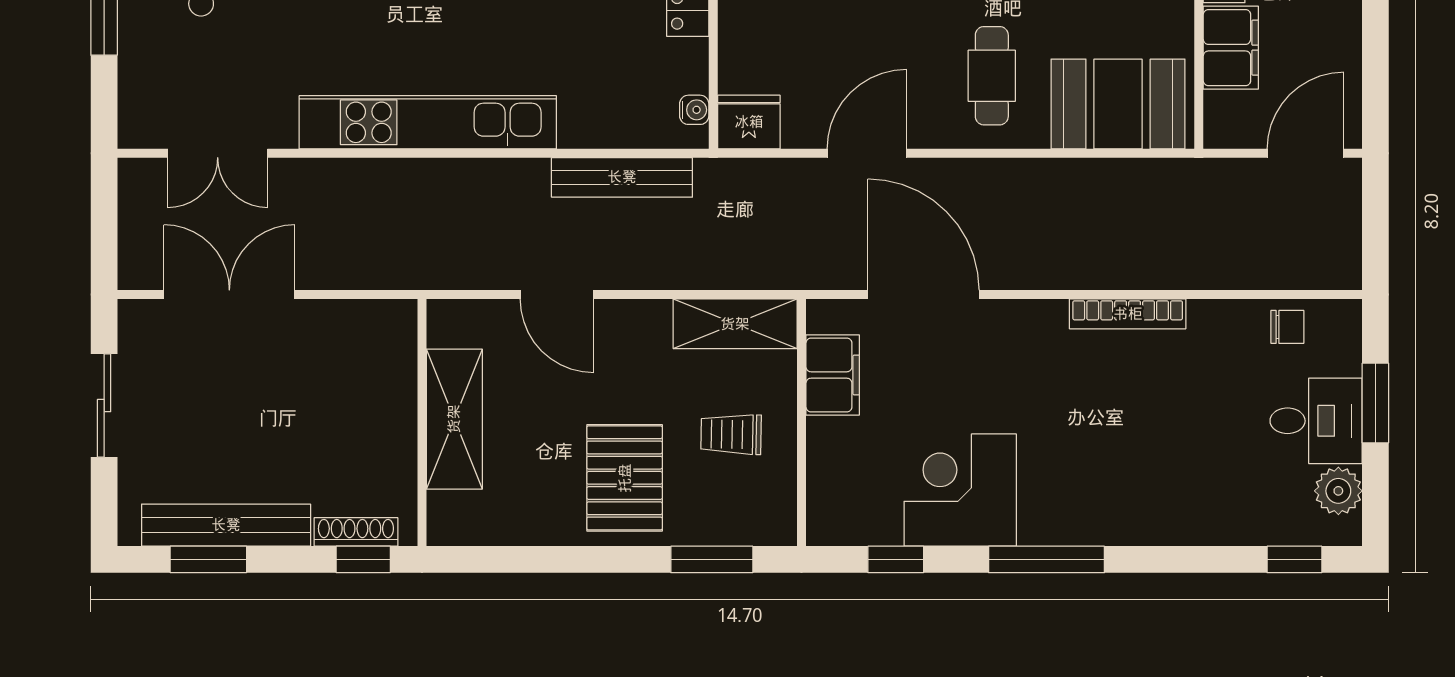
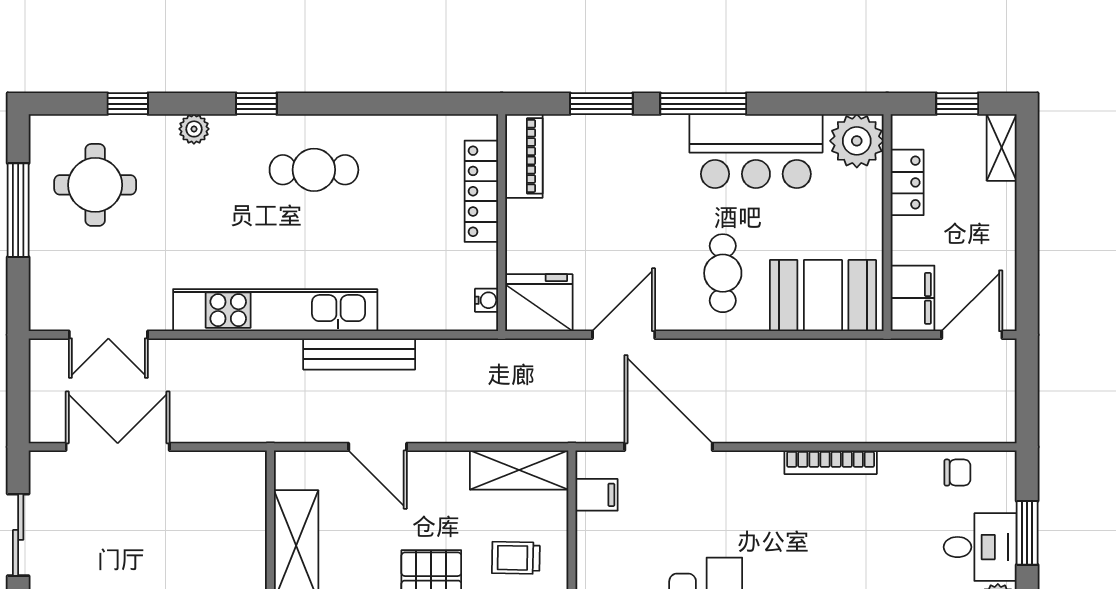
filing cabinet: (1231, 48) -> (913, 298), moved
fridge: (749, 122) -> (539, 303), width x1.36, depth x1.34
bench: (622, 177) -> (359, 354), moved
filing cabinet: (833, 375) -> (596, 495), width x0.50

